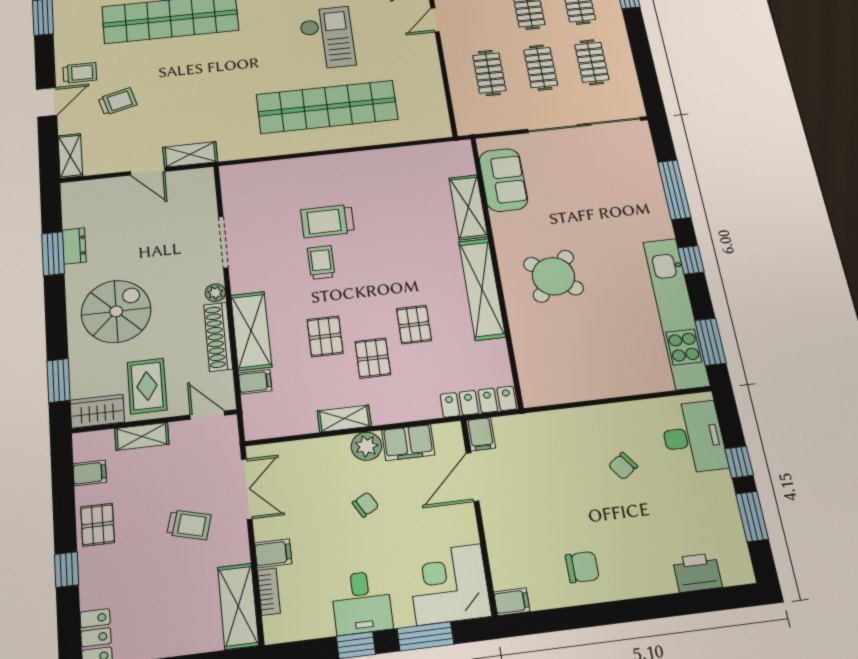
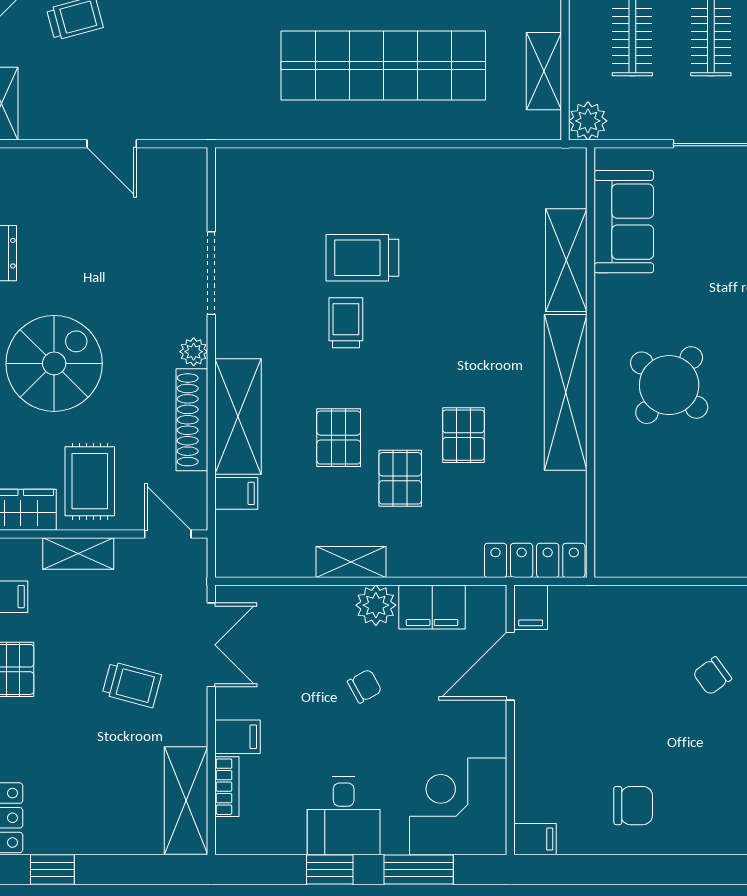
plant: (469, 124) -> (588, 121), added
shelving: (190, 154) -> (544, 71), moved, turned 90

